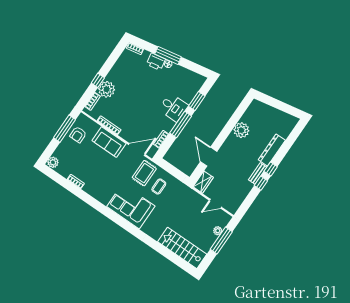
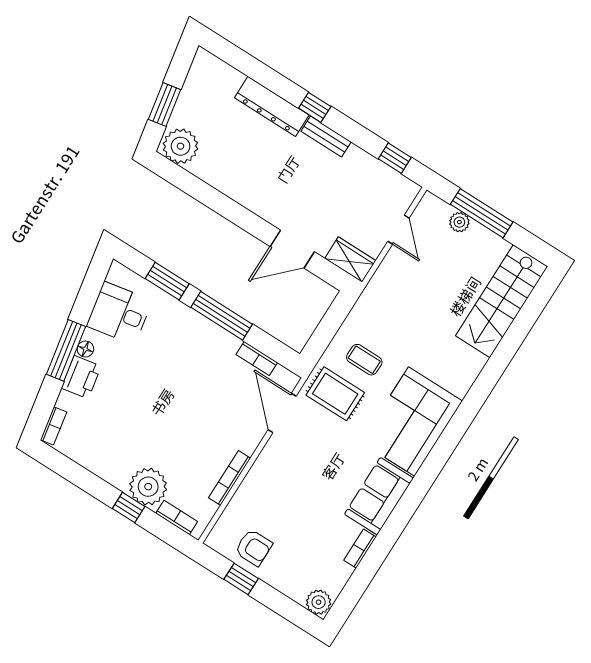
window: (274, 103) -> (165, 104), added
desk: (173, 107) -> (119, 313), moved, turned -101
window: (64, 129) -> (241, 579), width x0.46
plant: (241, 130) -> (181, 146), moved
sofa: (109, 142) -> (379, 496), moved, turned 180
window: (261, 183) -> (395, 158), moved

